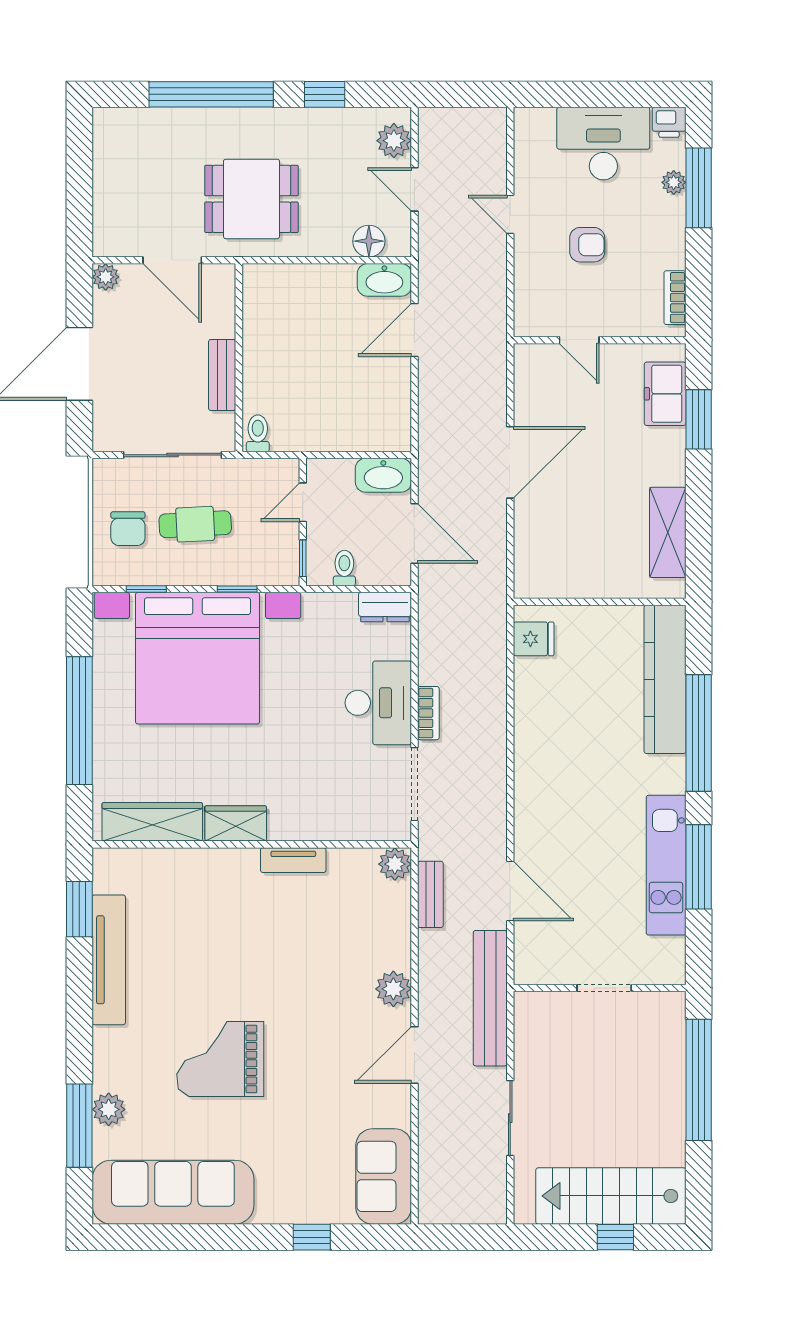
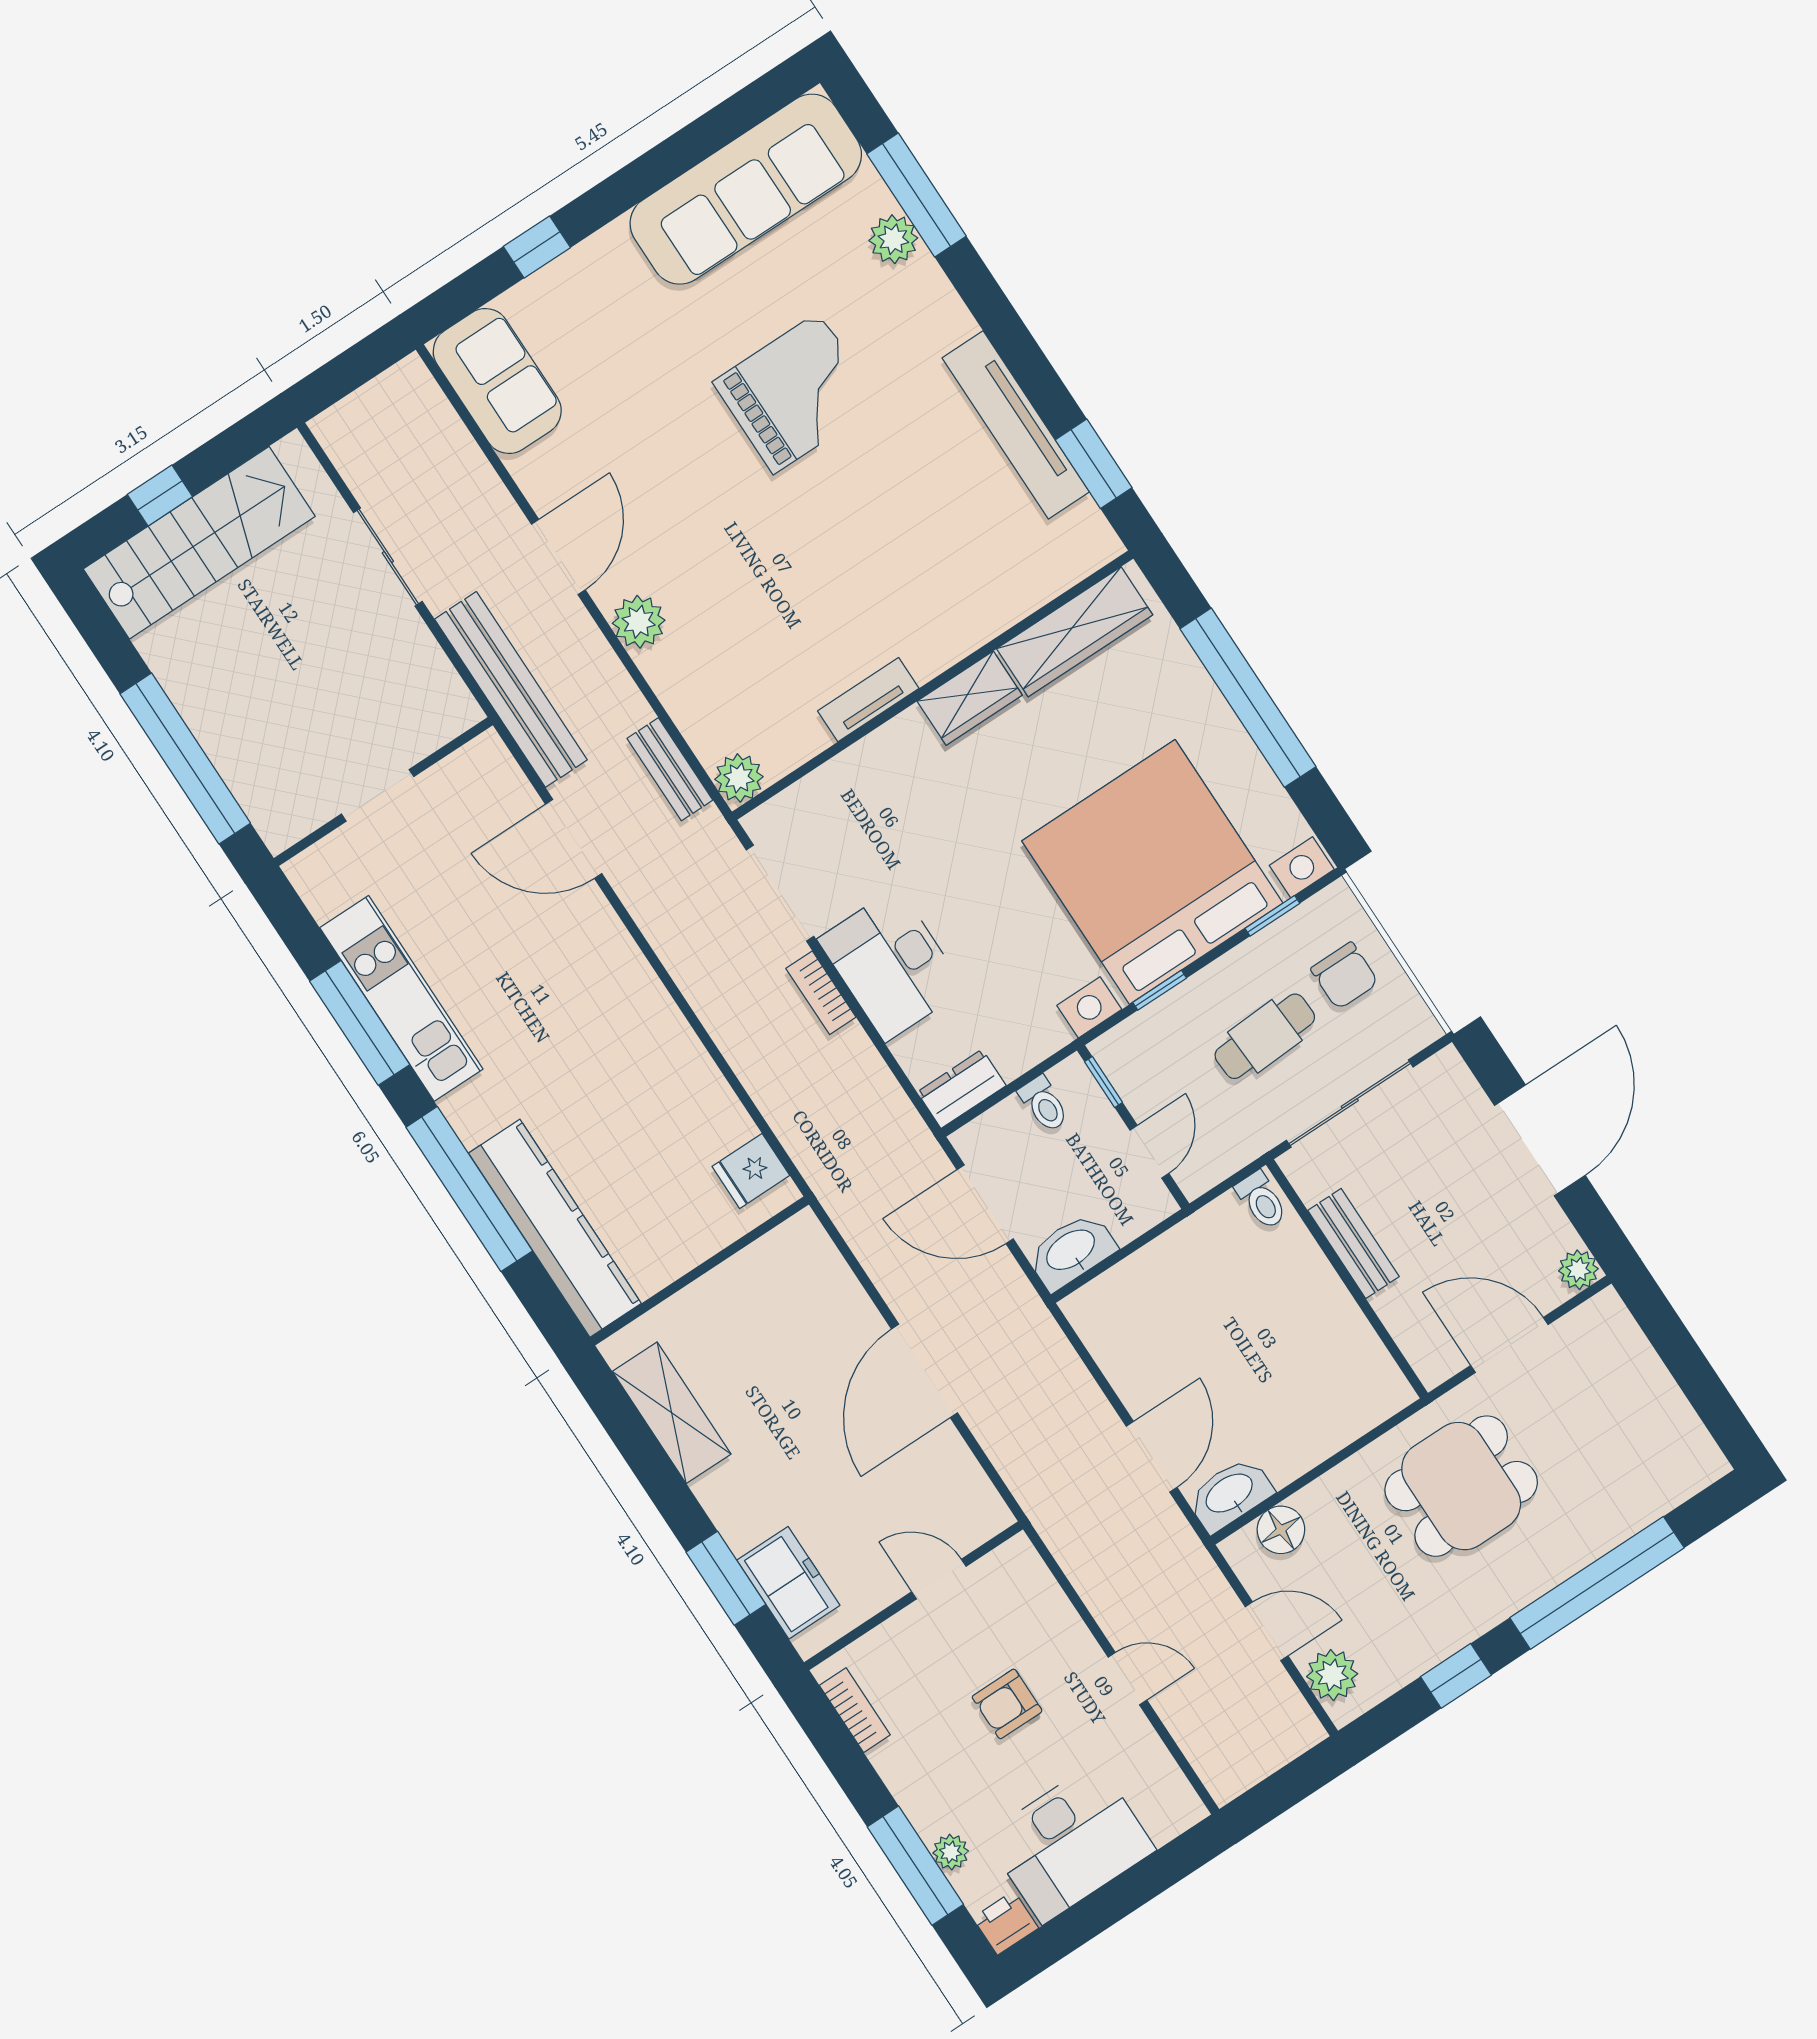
chair: (128, 529) -> (1345, 976), turned 180

